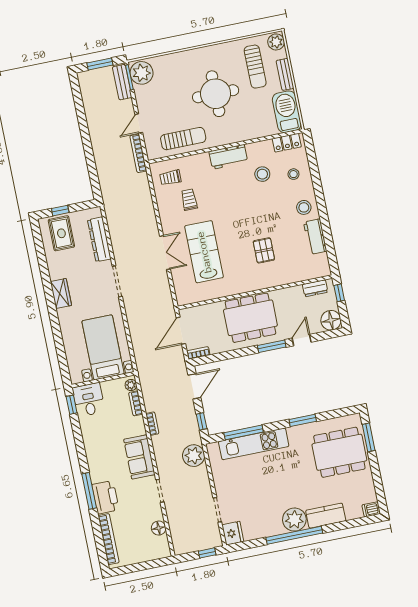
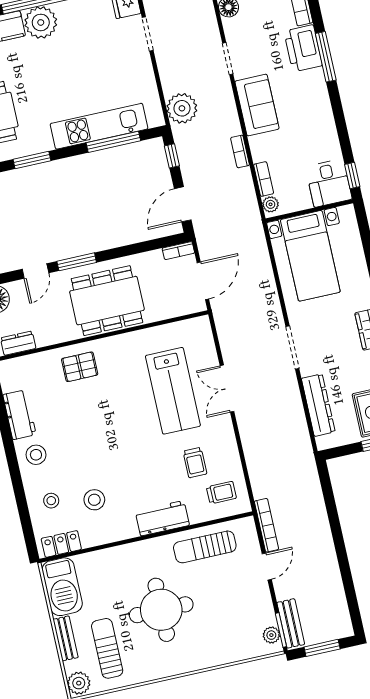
plant: (142, 73) -> (271, 635), width x0.53, depth x0.53
workbench: (228, 157) -> (162, 518), moved
pallet: (264, 250) -> (80, 367), moved, turned 90

